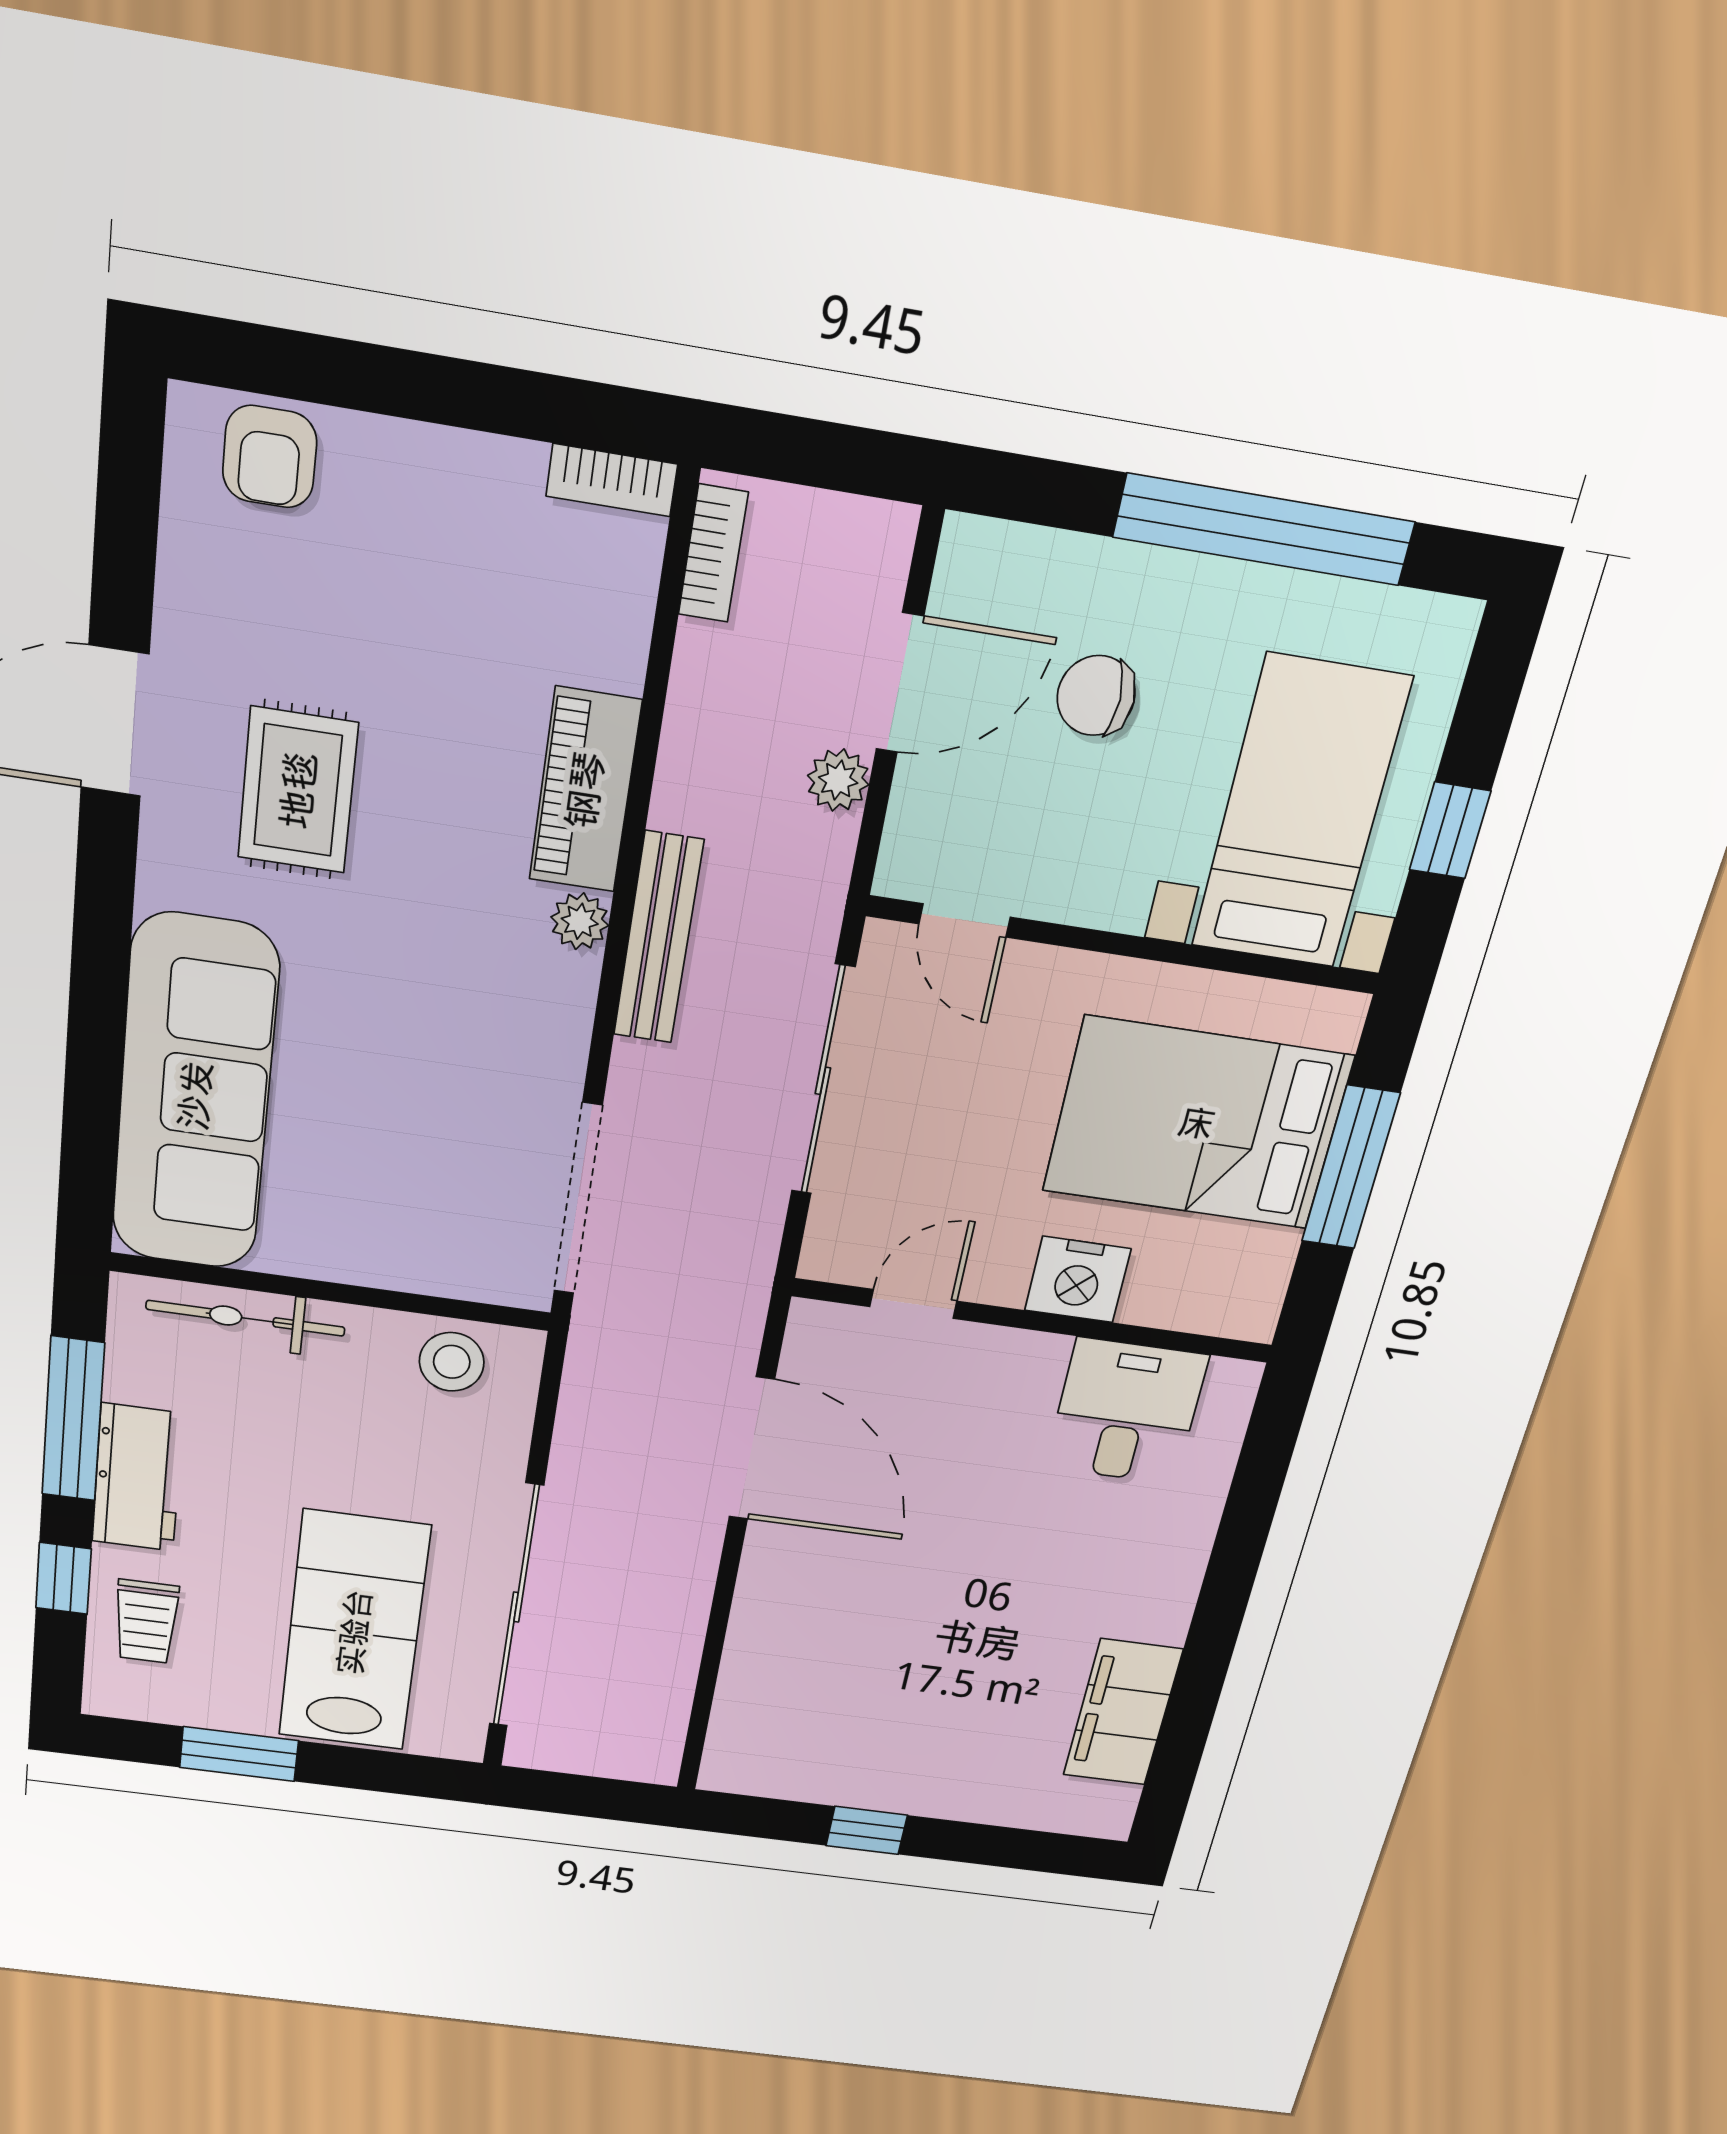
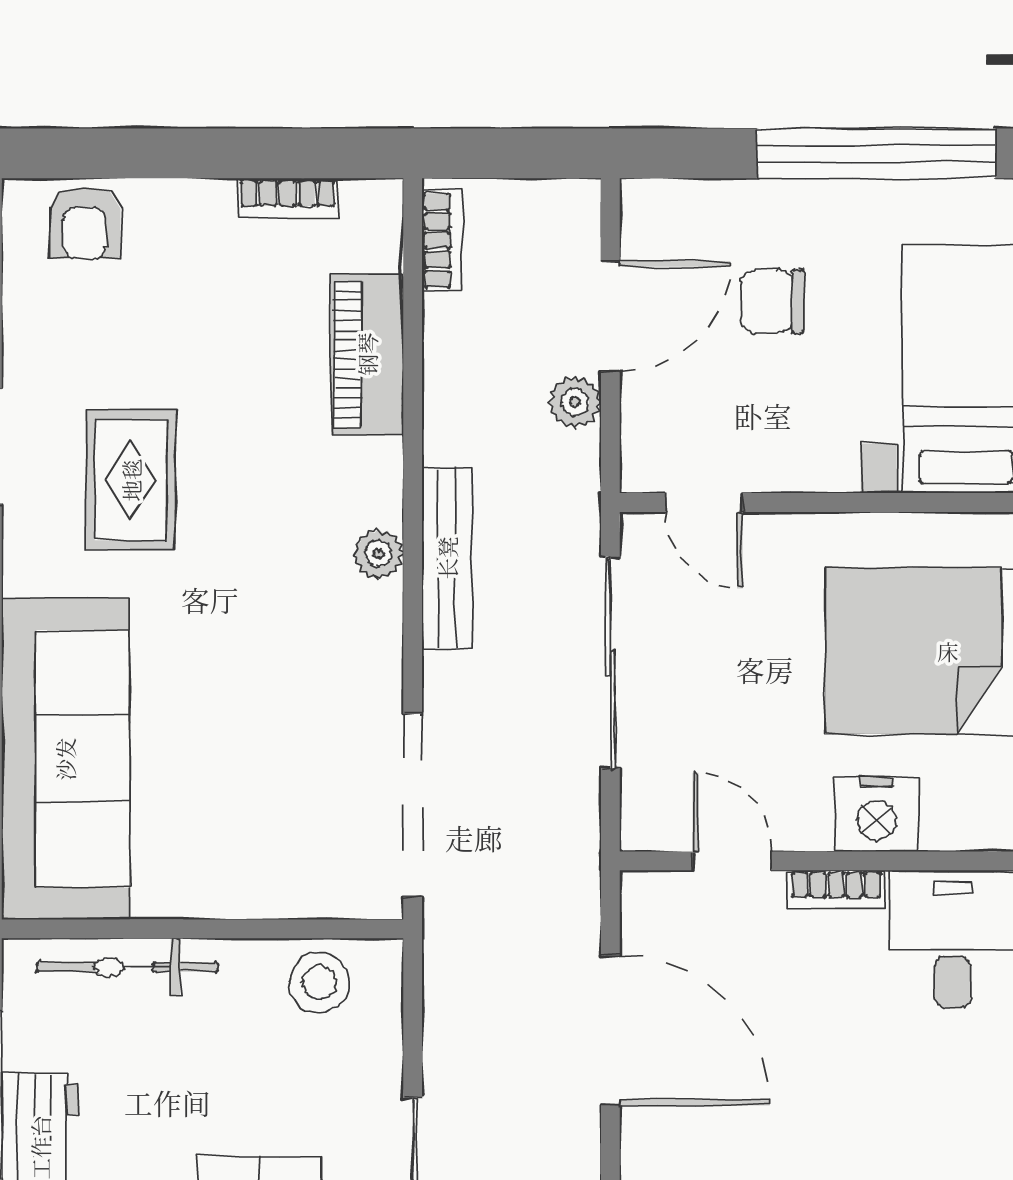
bookcase: (612, 480) -> (287, 198), moved
piano: (585, 790) -> (367, 354), moved
door: (913, 1304) -> (732, 861), hinge flipped
bookcase: (1017, 1347) -> (836, 889), added

